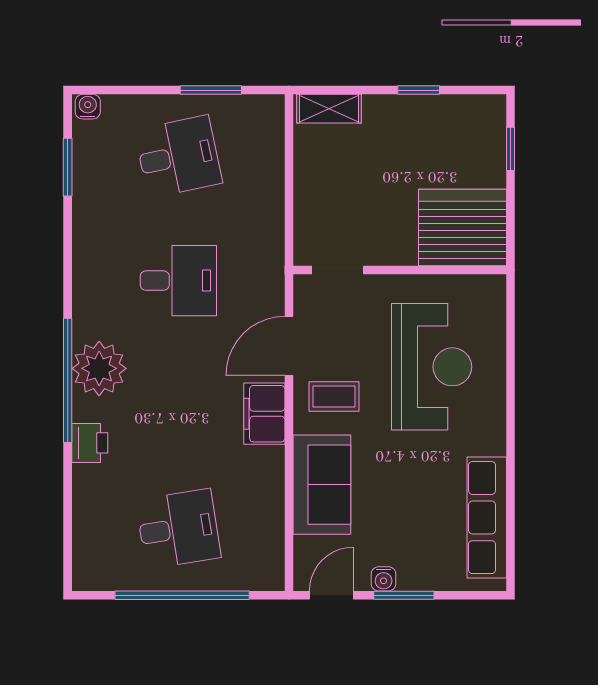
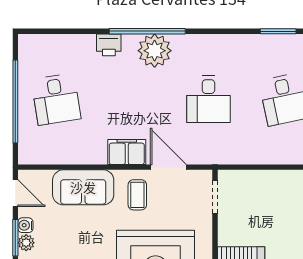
plant: (412, 578) -> (26, 243), added

